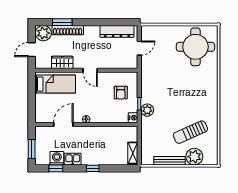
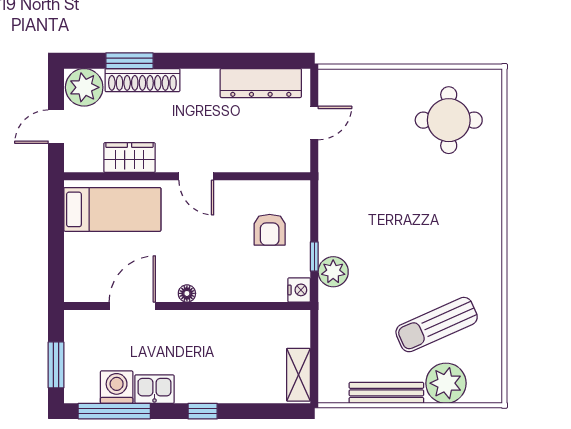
round table: (195, 47) -> (449, 120), width x0.73, depth x0.73
window: (56, 168) -> (114, 411), width x2.17

